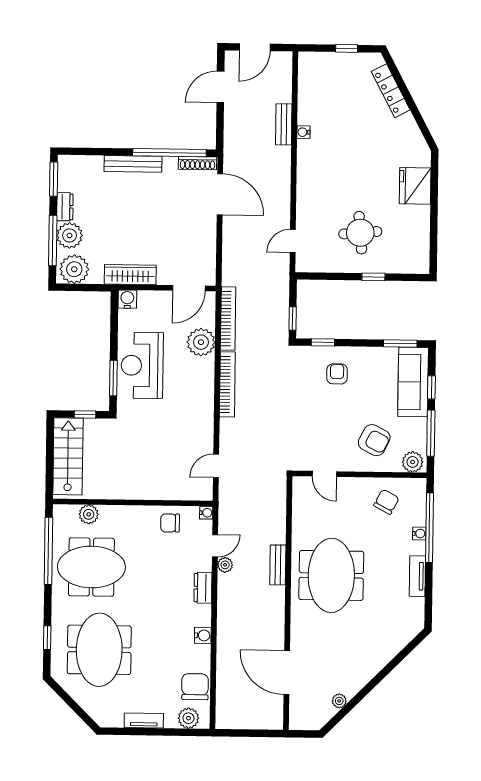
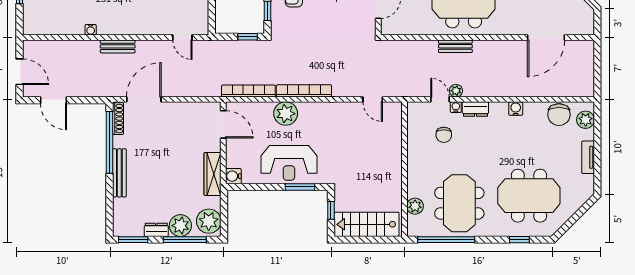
bench: (284, 124) -> (118, 46), moved
plant: (201, 342) -> (286, 114), moved
water cooler: (206, 513) -> (456, 107), moved
chair: (170, 523) -> (444, 135), moved
chair: (195, 687) -> (559, 115), turned -90

